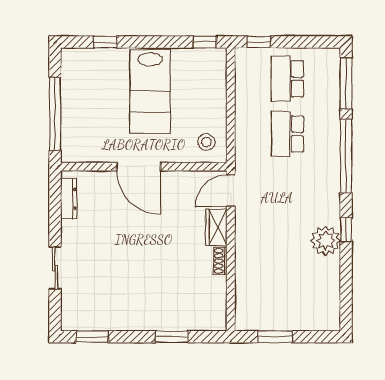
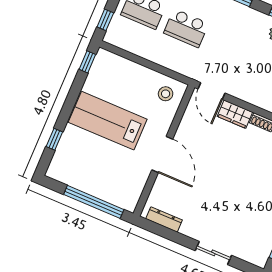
lab bench: (150, 91) -> (108, 121), turned 180
door: (139, 167) -> (162, 155), hinge flipped

